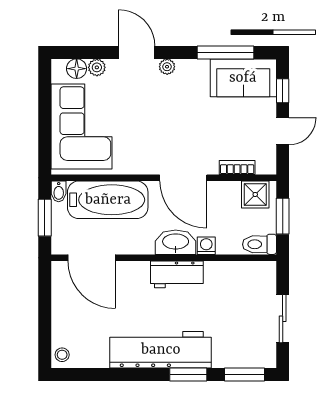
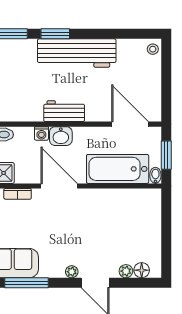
corner sofa: (81, 126) -> (138, 226), removed
washbasin: (176, 242) -> (61, 136), width x0.72

